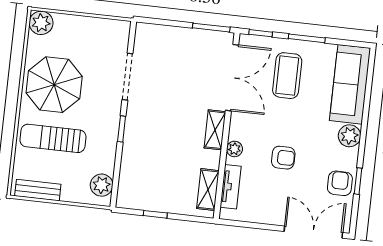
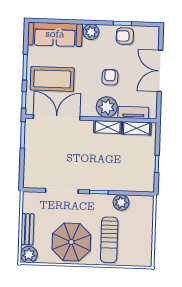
coffee table: (287, 76) -> (52, 79), width x1.36, depth x1.32
shelving: (215, 130) -> (108, 127), moved
plant: (234, 149) -> (107, 107), width x1.87, depth x1.87
plant: (102, 185) -> (121, 203), moved
bench: (38, 190) -> (27, 229), moved
double door: (313, 232) -> (160, 71), moved

